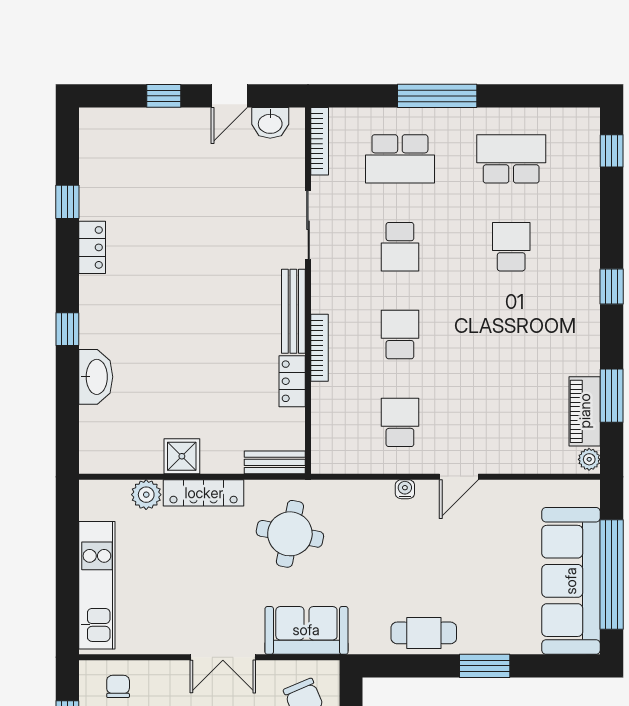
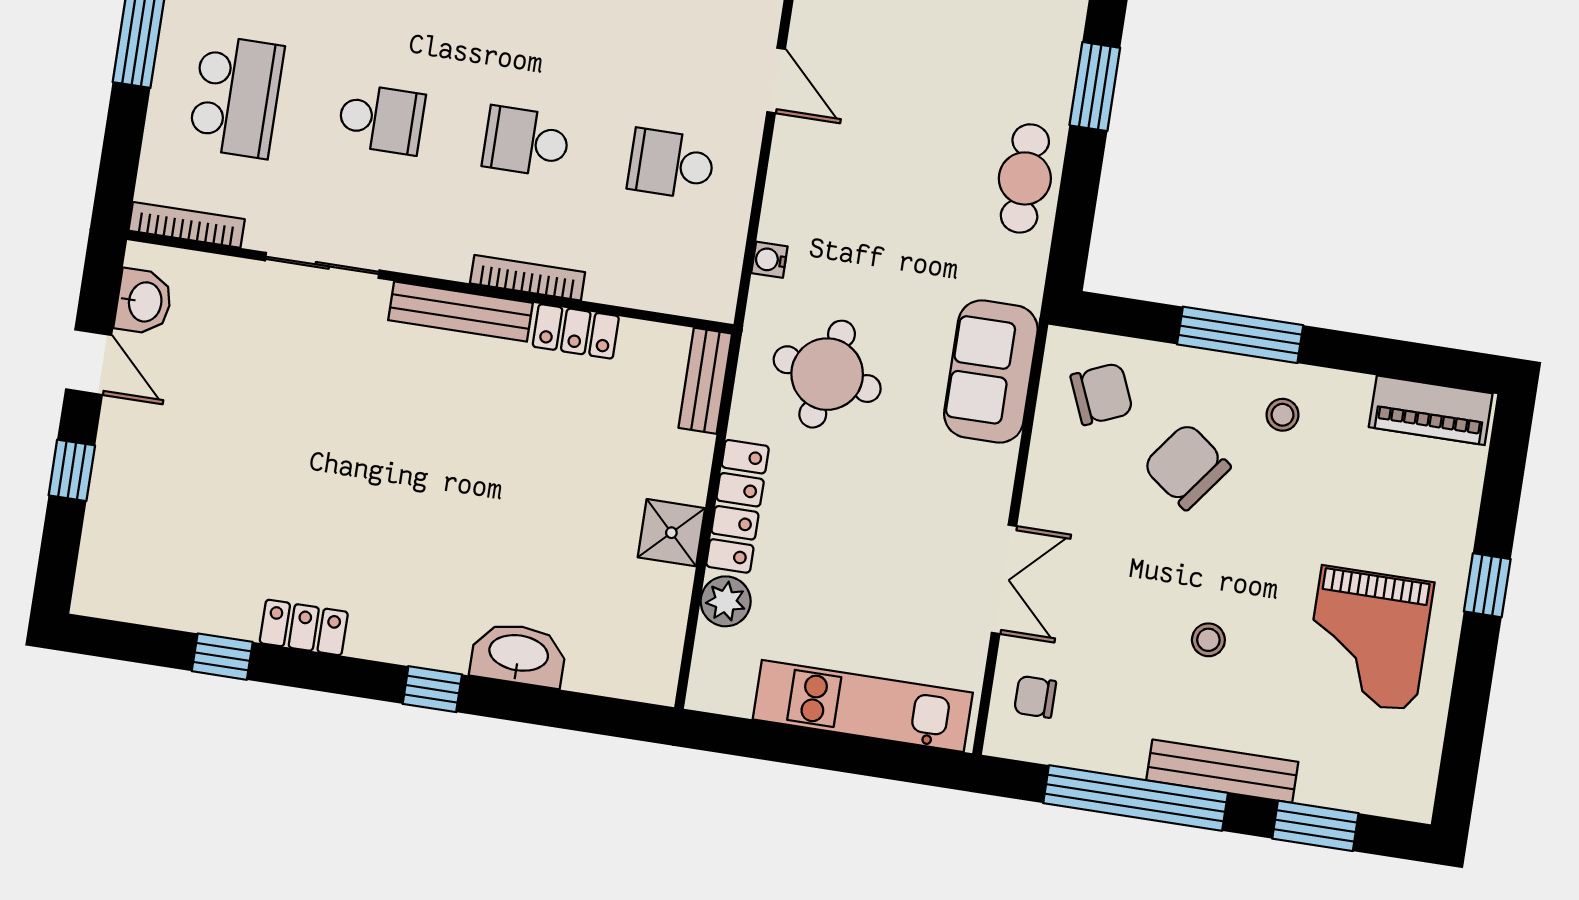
water cooler: (405, 489) -> (769, 260), moved
double door: (223, 657) -> (1004, 579), moved

